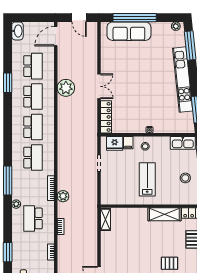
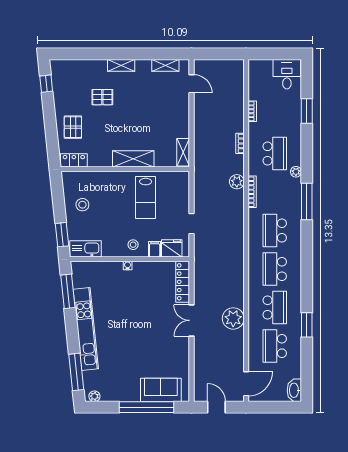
sofa: (129, 31) -> (161, 390), width x0.73
school desk: (33, 97) -> (275, 307), turned 180
lab bench: (147, 179) -> (146, 198), moved
shelving: (164, 214) -> (133, 159), moved

